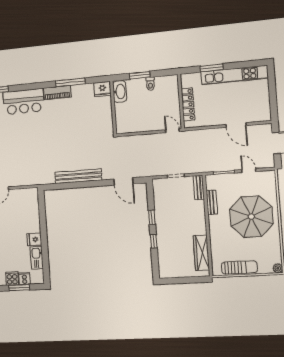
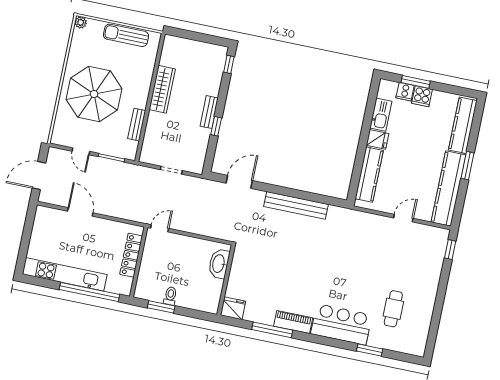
window: (212, 68) -> (89, 292), width x2.11
window: (140, 75) -> (161, 307), moved
washbasin: (120, 92) -> (219, 264), moved
door: (172, 131) -> (160, 228), swing flipped
door: (123, 181) -> (239, 182), hinge flipped
bench: (199, 188) -> (209, 112), moved
kitchen counter: (33, 213) -> (369, 175), added
window: (154, 241) -> (229, 64), moved
wardrobe: (201, 253) -> (162, 89), moved

